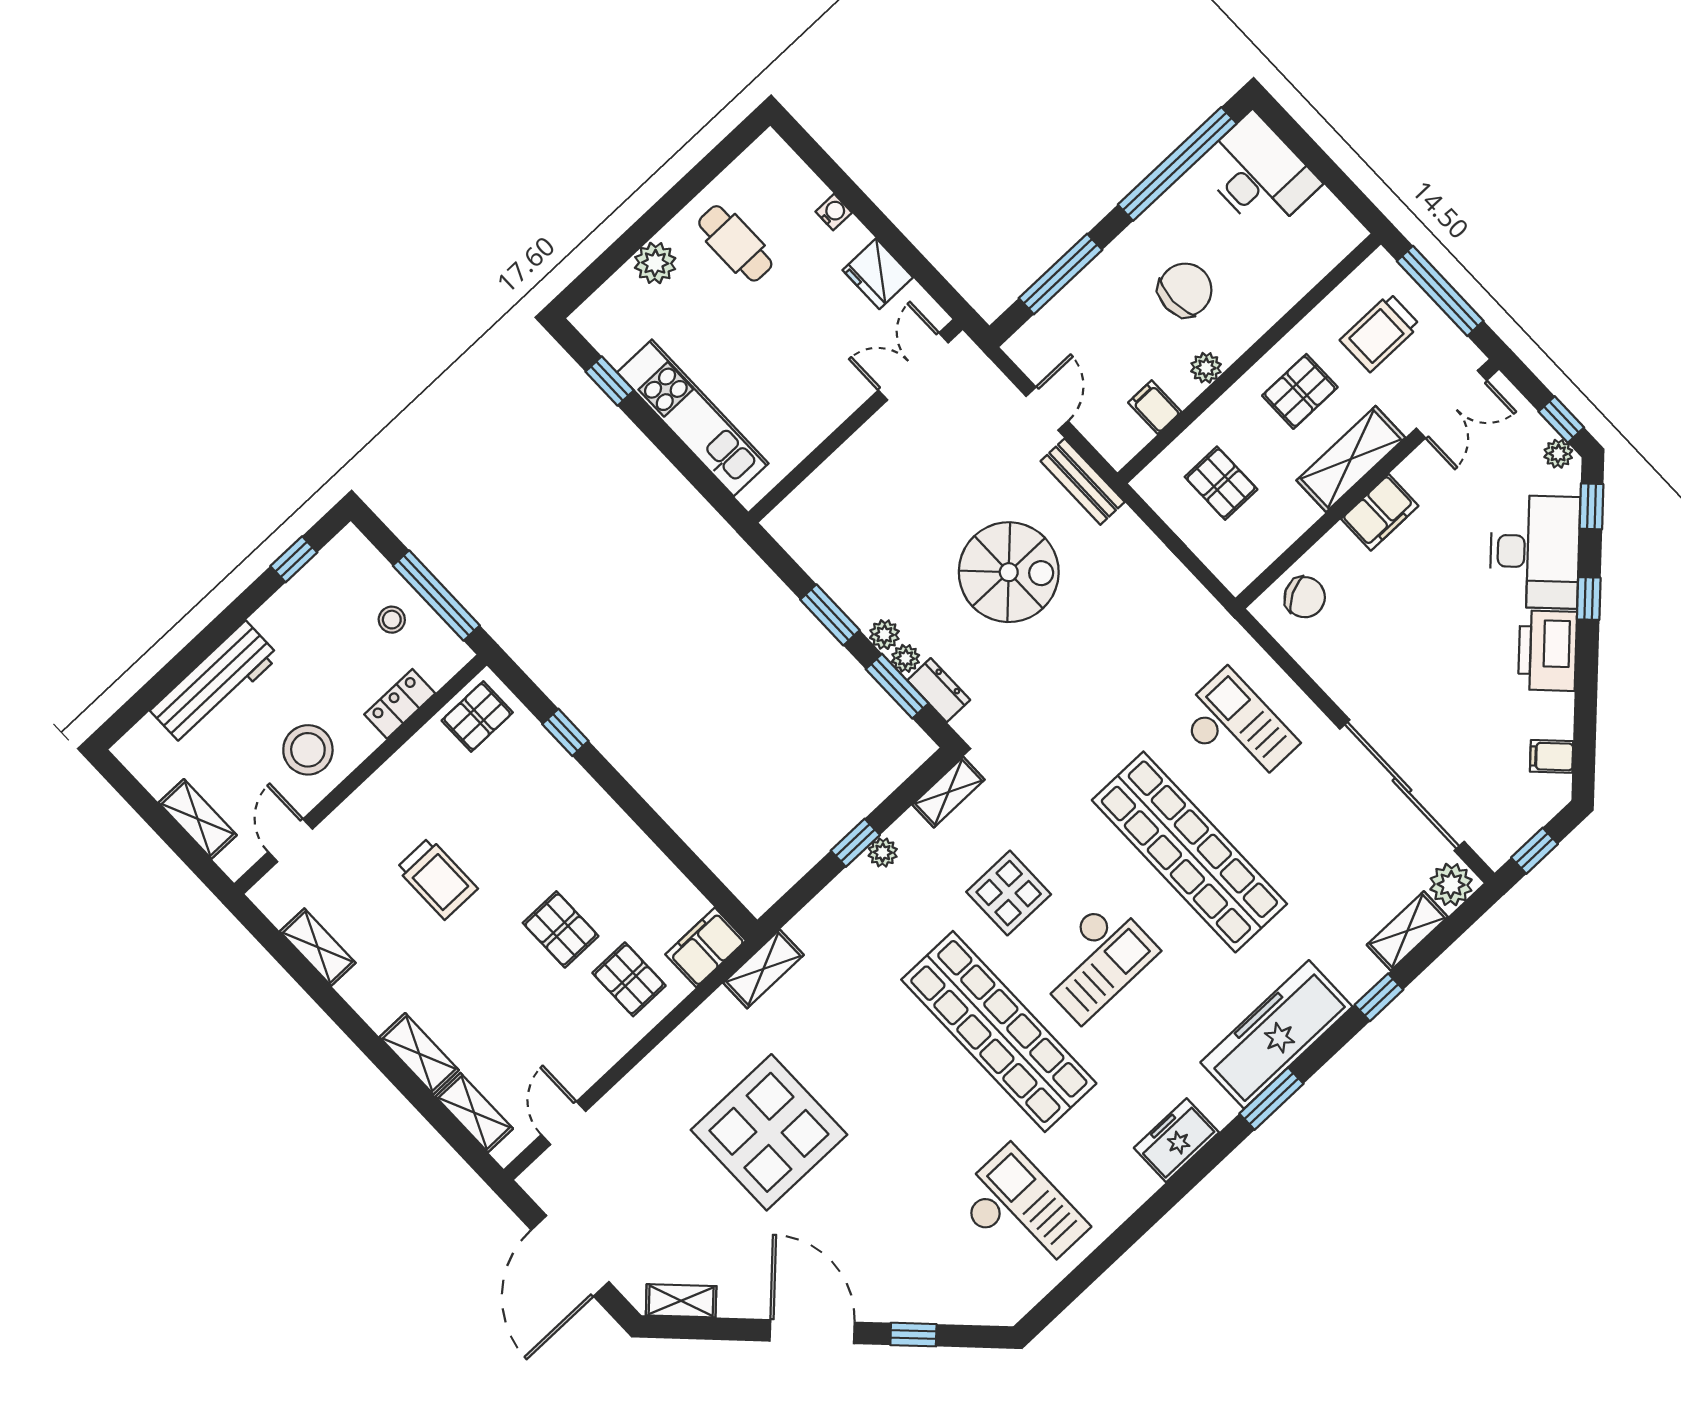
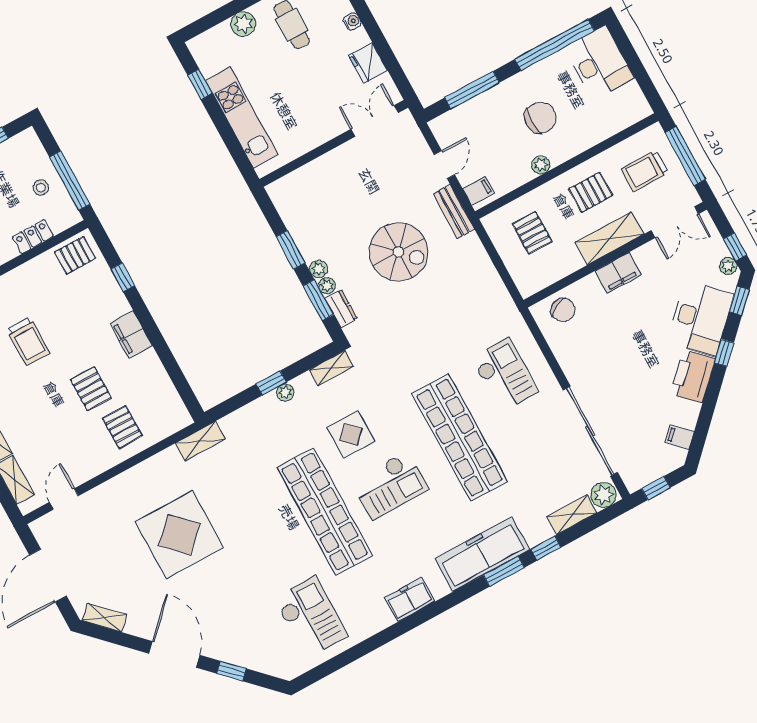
filing cabinet: (1155, 407) -> (478, 191), moved, turned 90
filing cabinet: (706, 947) -> (131, 335), moved, turned -90
window: (1271, 1099) -> (504, 571), moved

